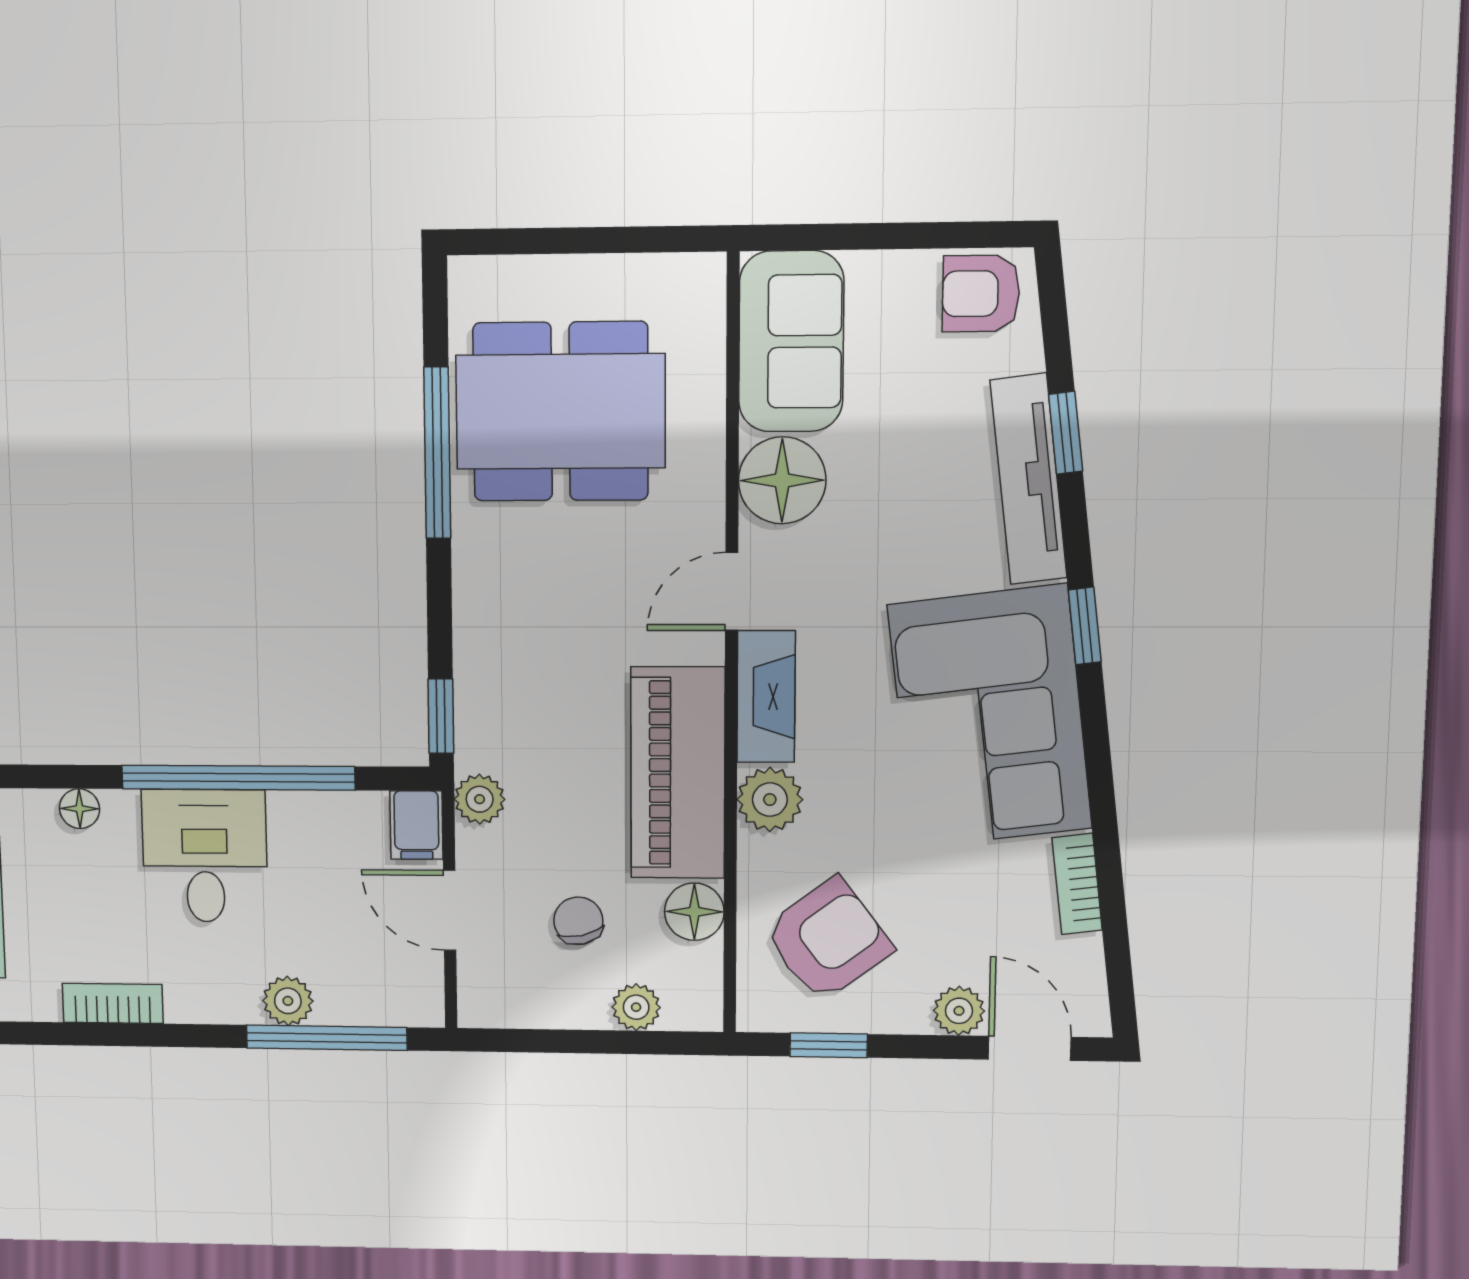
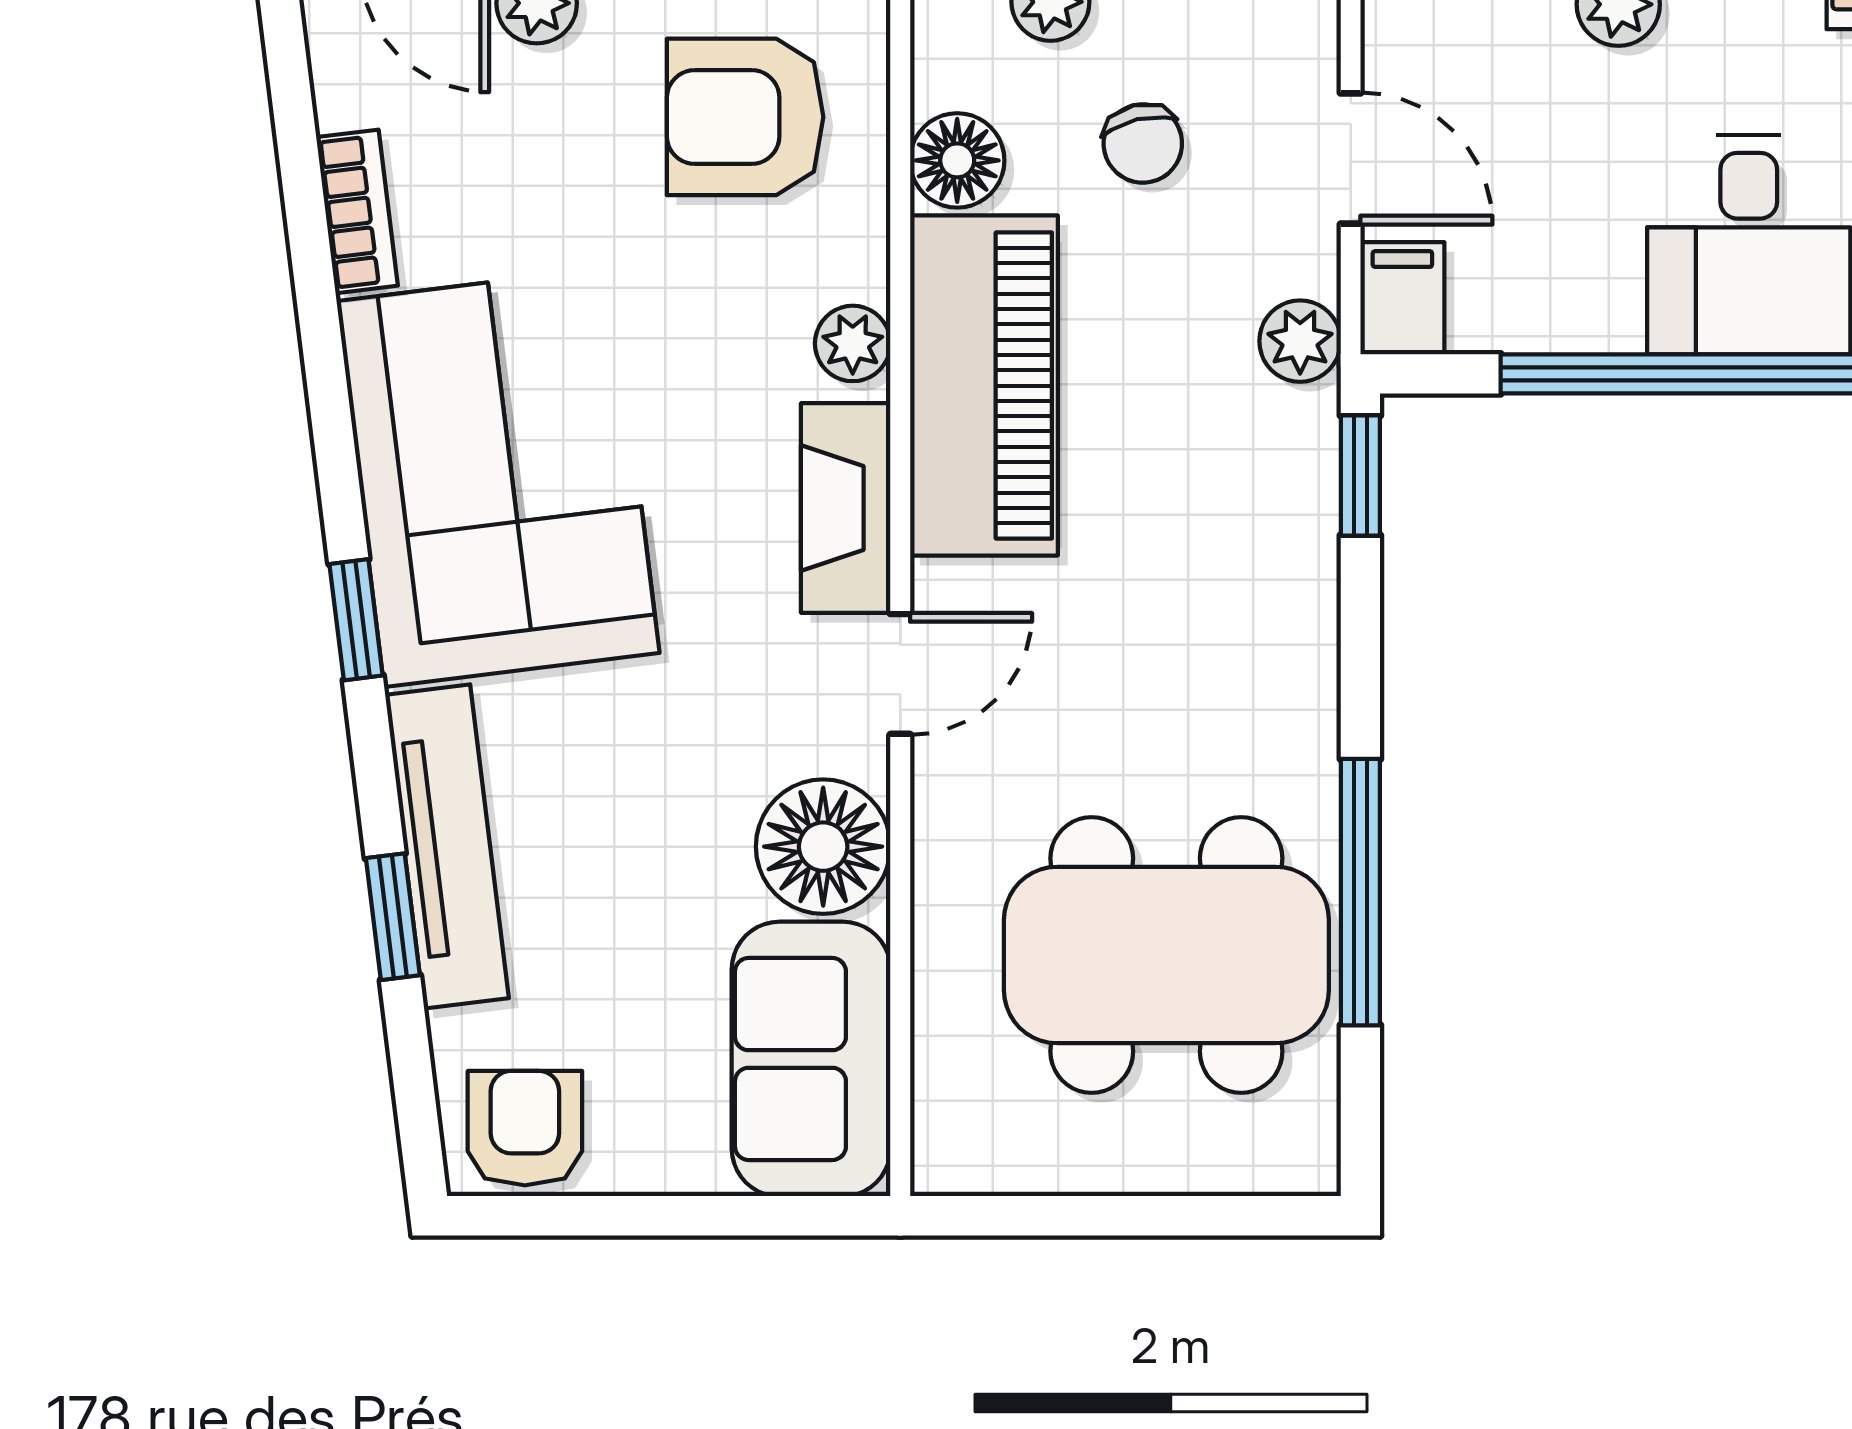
armchair: (981, 294) -> (525, 1128), turned -90
plant: (770, 800) -> (853, 343), width x0.73, depth x0.73
armchair: (828, 940) -> (745, 117), turned 37

